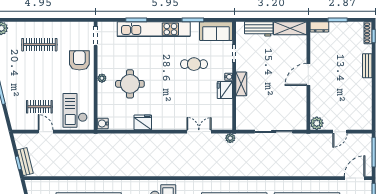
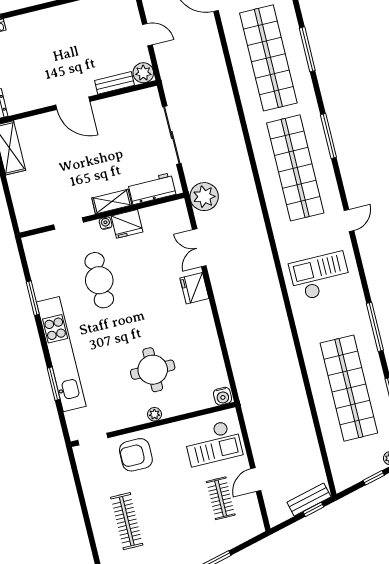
workbench: (259, 29) -> (152, 189), moved, turned -90
sofa: (216, 31) -> (41, 259), removed
cafe table: (194, 64) -> (99, 280), width x1.37, depth x1.35
bench: (367, 66) -> (114, 83), moved
fridge: (143, 122) -> (194, 288), moved
plant: (230, 138) -> (204, 197), width x1.87, depth x1.87

